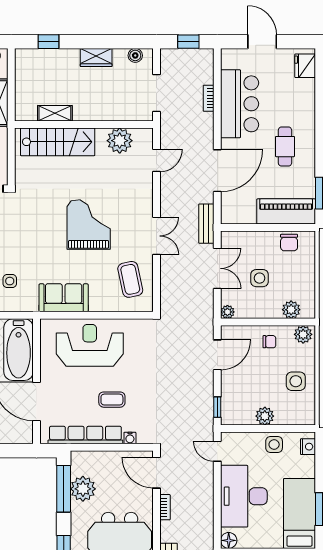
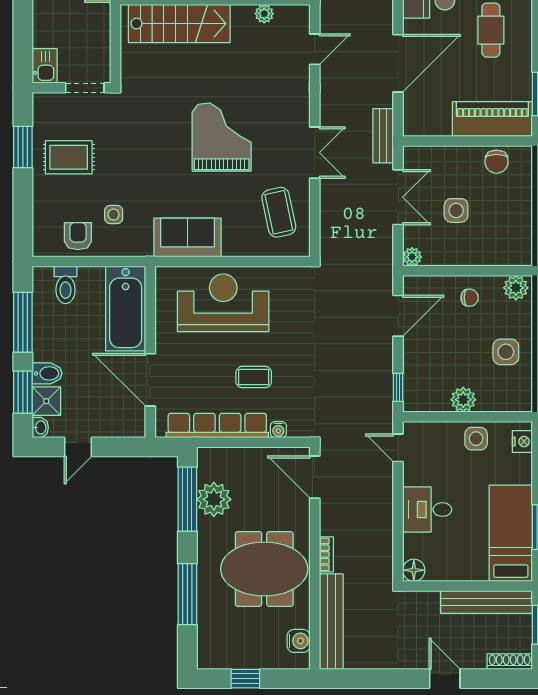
plant: (120, 141) -> (264, 14), width x0.53, depth x0.53
plant: (291, 310) -> (499, 254), removed
desk: (244, 496) -> (427, 510), width x0.53, depth x0.77
bookcase: (165, 507) -> (326, 554), moved

